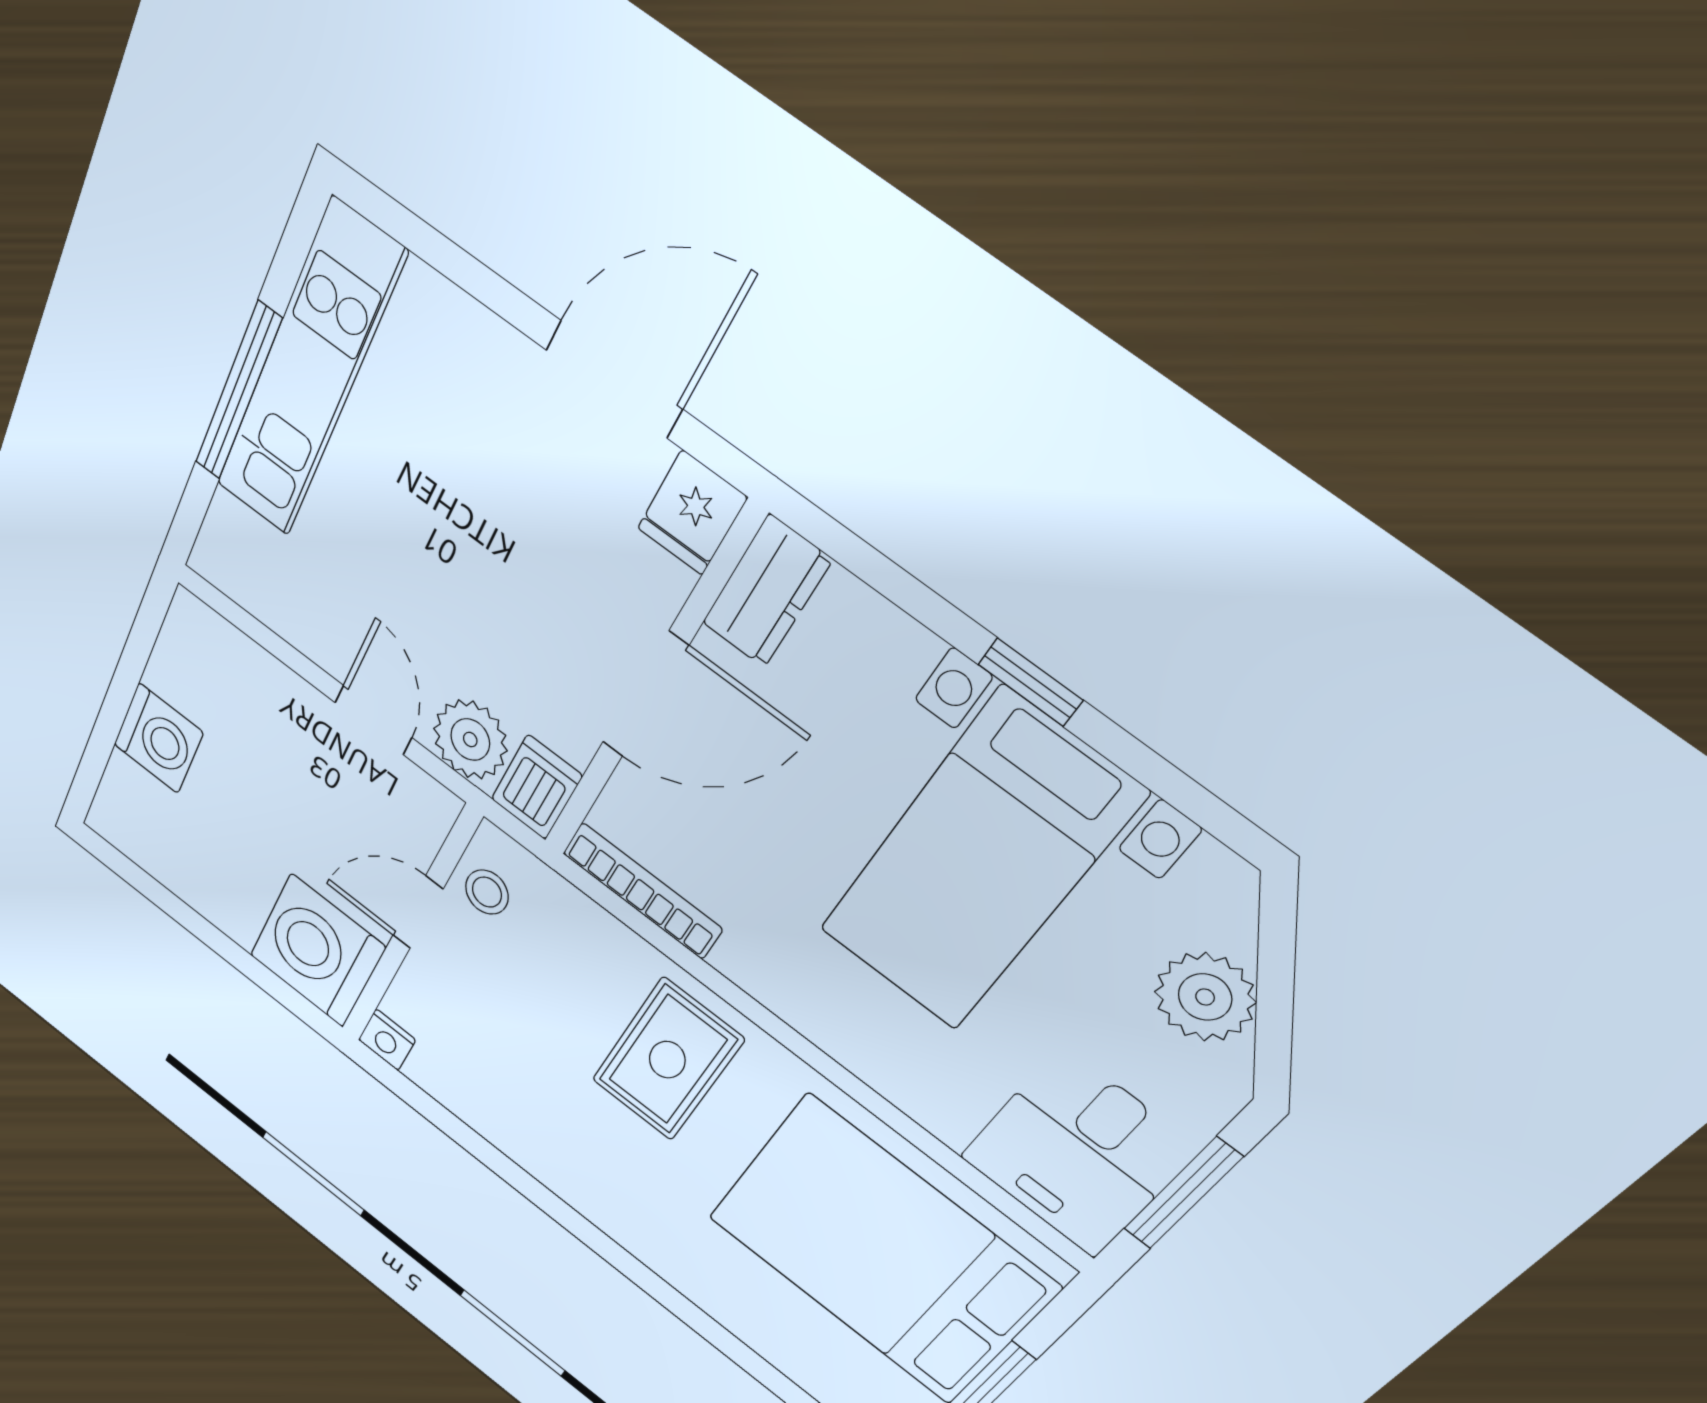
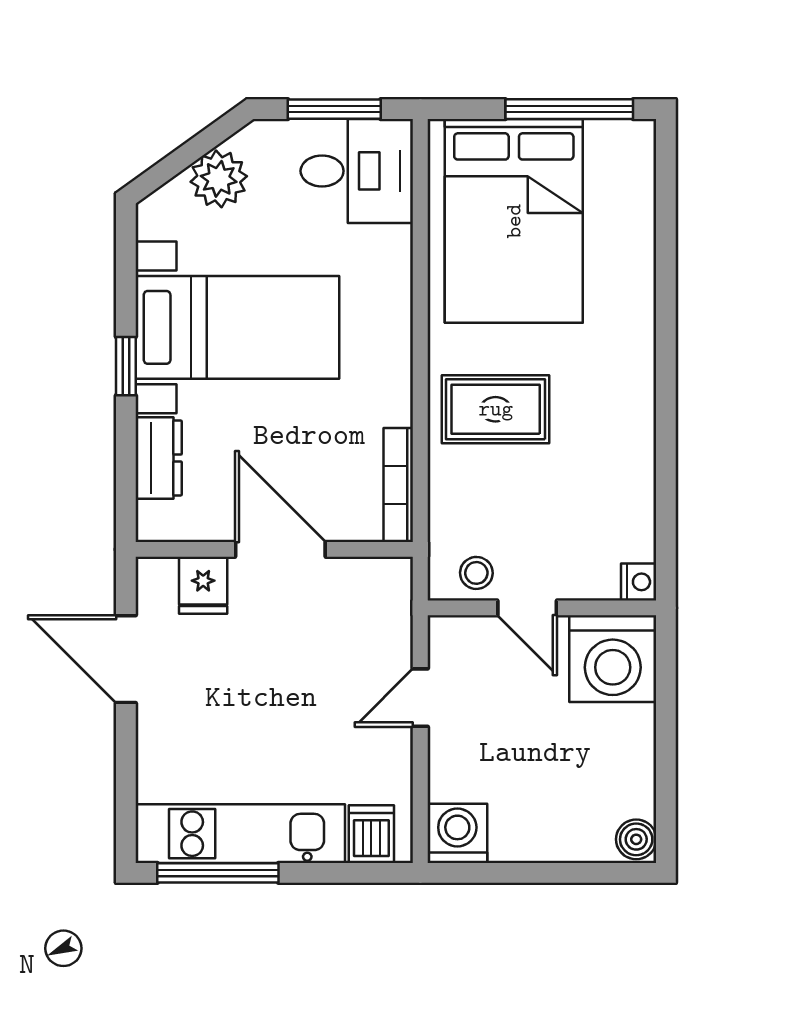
window: (238, 392) -> (218, 873), moved
fridge: (692, 513) -> (203, 585), moved, turned 90
dresser: (767, 592) -> (159, 458), moved, turned 90
washing machine: (158, 739) -> (457, 833), moved
plant: (470, 740) -> (386, 633), removed
dishwasher: (537, 787) -> (371, 834), moved, turned 90
boiler: (116, 823) -> (636, 839), added

